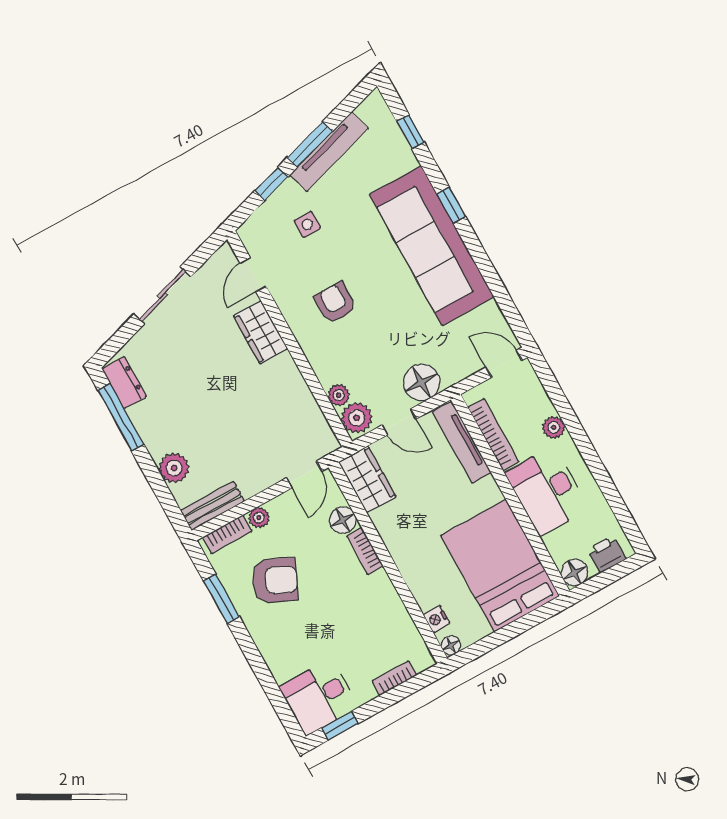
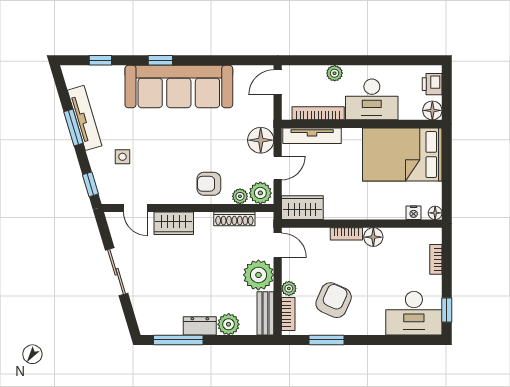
window: (271, 184) -> (90, 184), moved
armchair: (335, 303) -> (209, 184), moved
dresser: (124, 383) -> (200, 326), moved
shoe rack: (307, 404) -> (234, 219), added
plant: (255, 471) -> (258, 275), added
floor lamp: (343, 520) -> (373, 237), moved
desk: (319, 697) -> (414, 313), width x1.37

